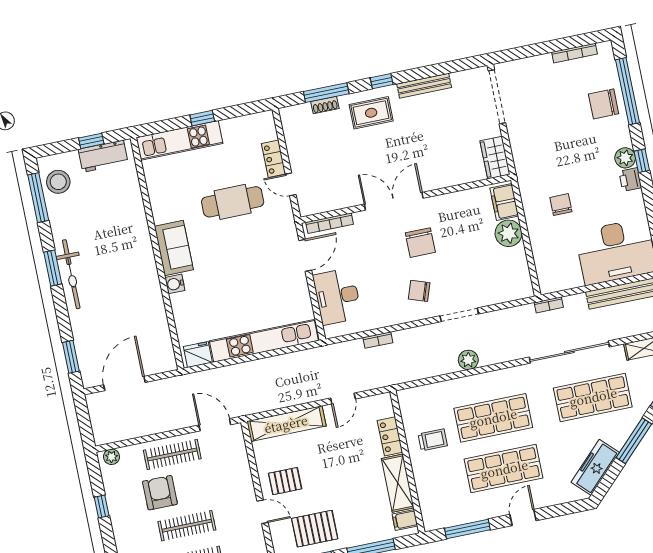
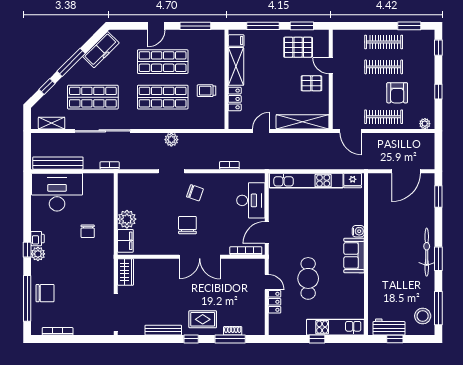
cafe table: (233, 202) -> (308, 278), turned 90

